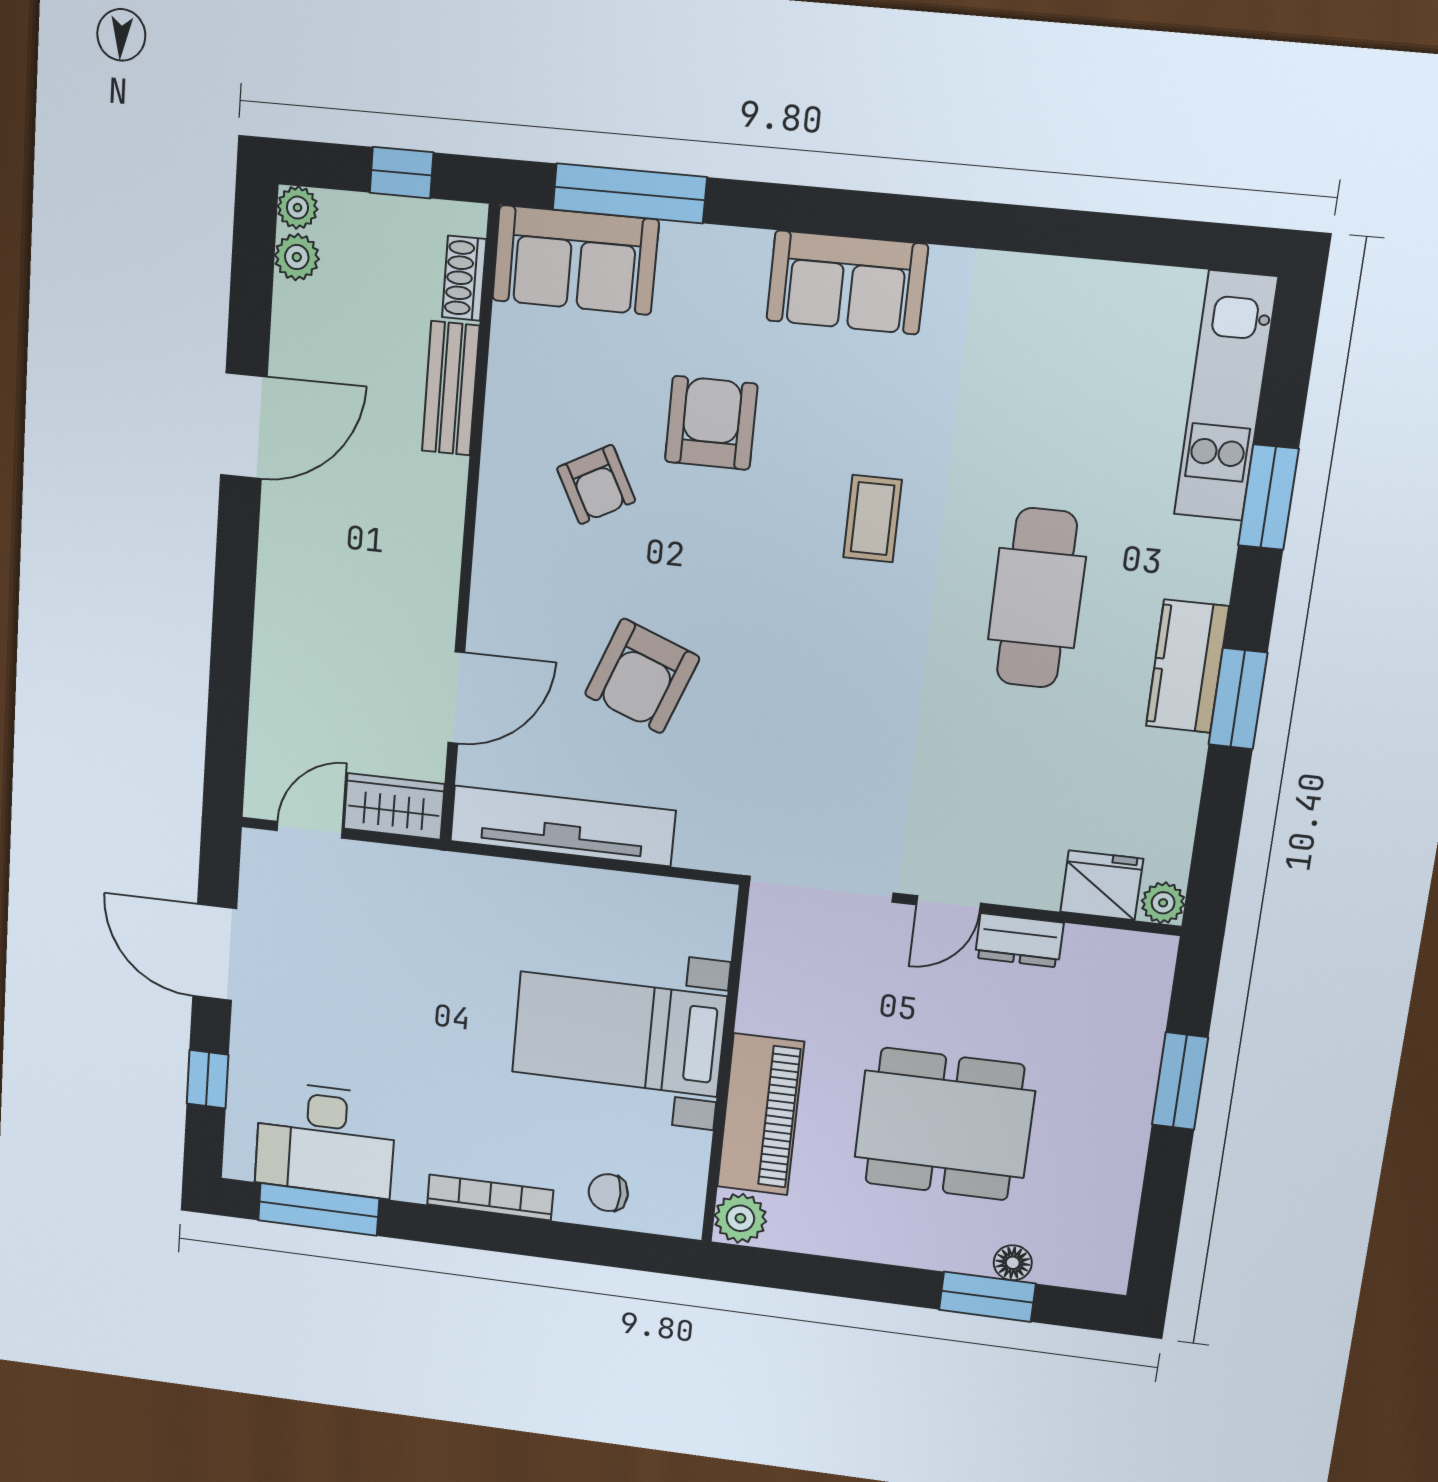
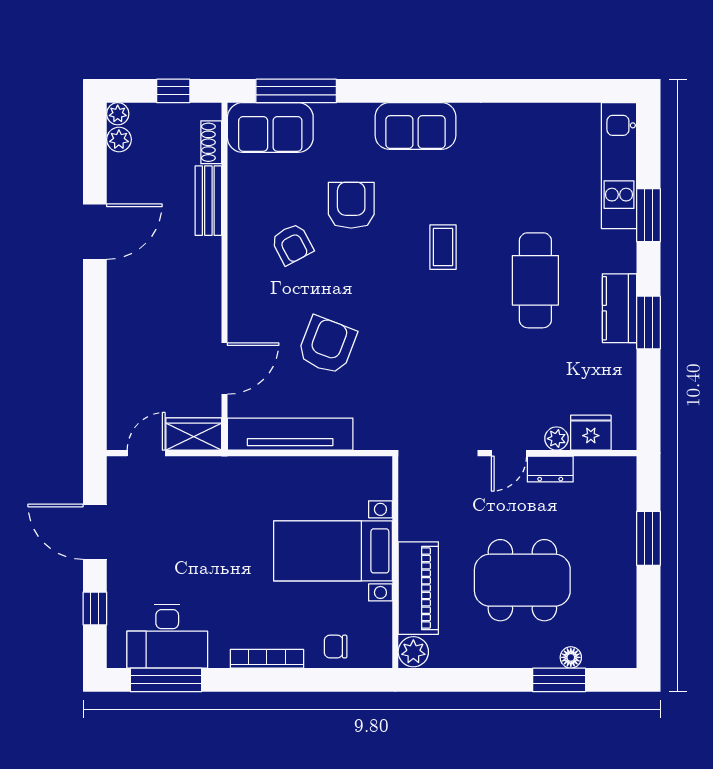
armchair: (642, 676) -> (327, 345), turned 180
plant: (1163, 903) -> (556, 439), moved

